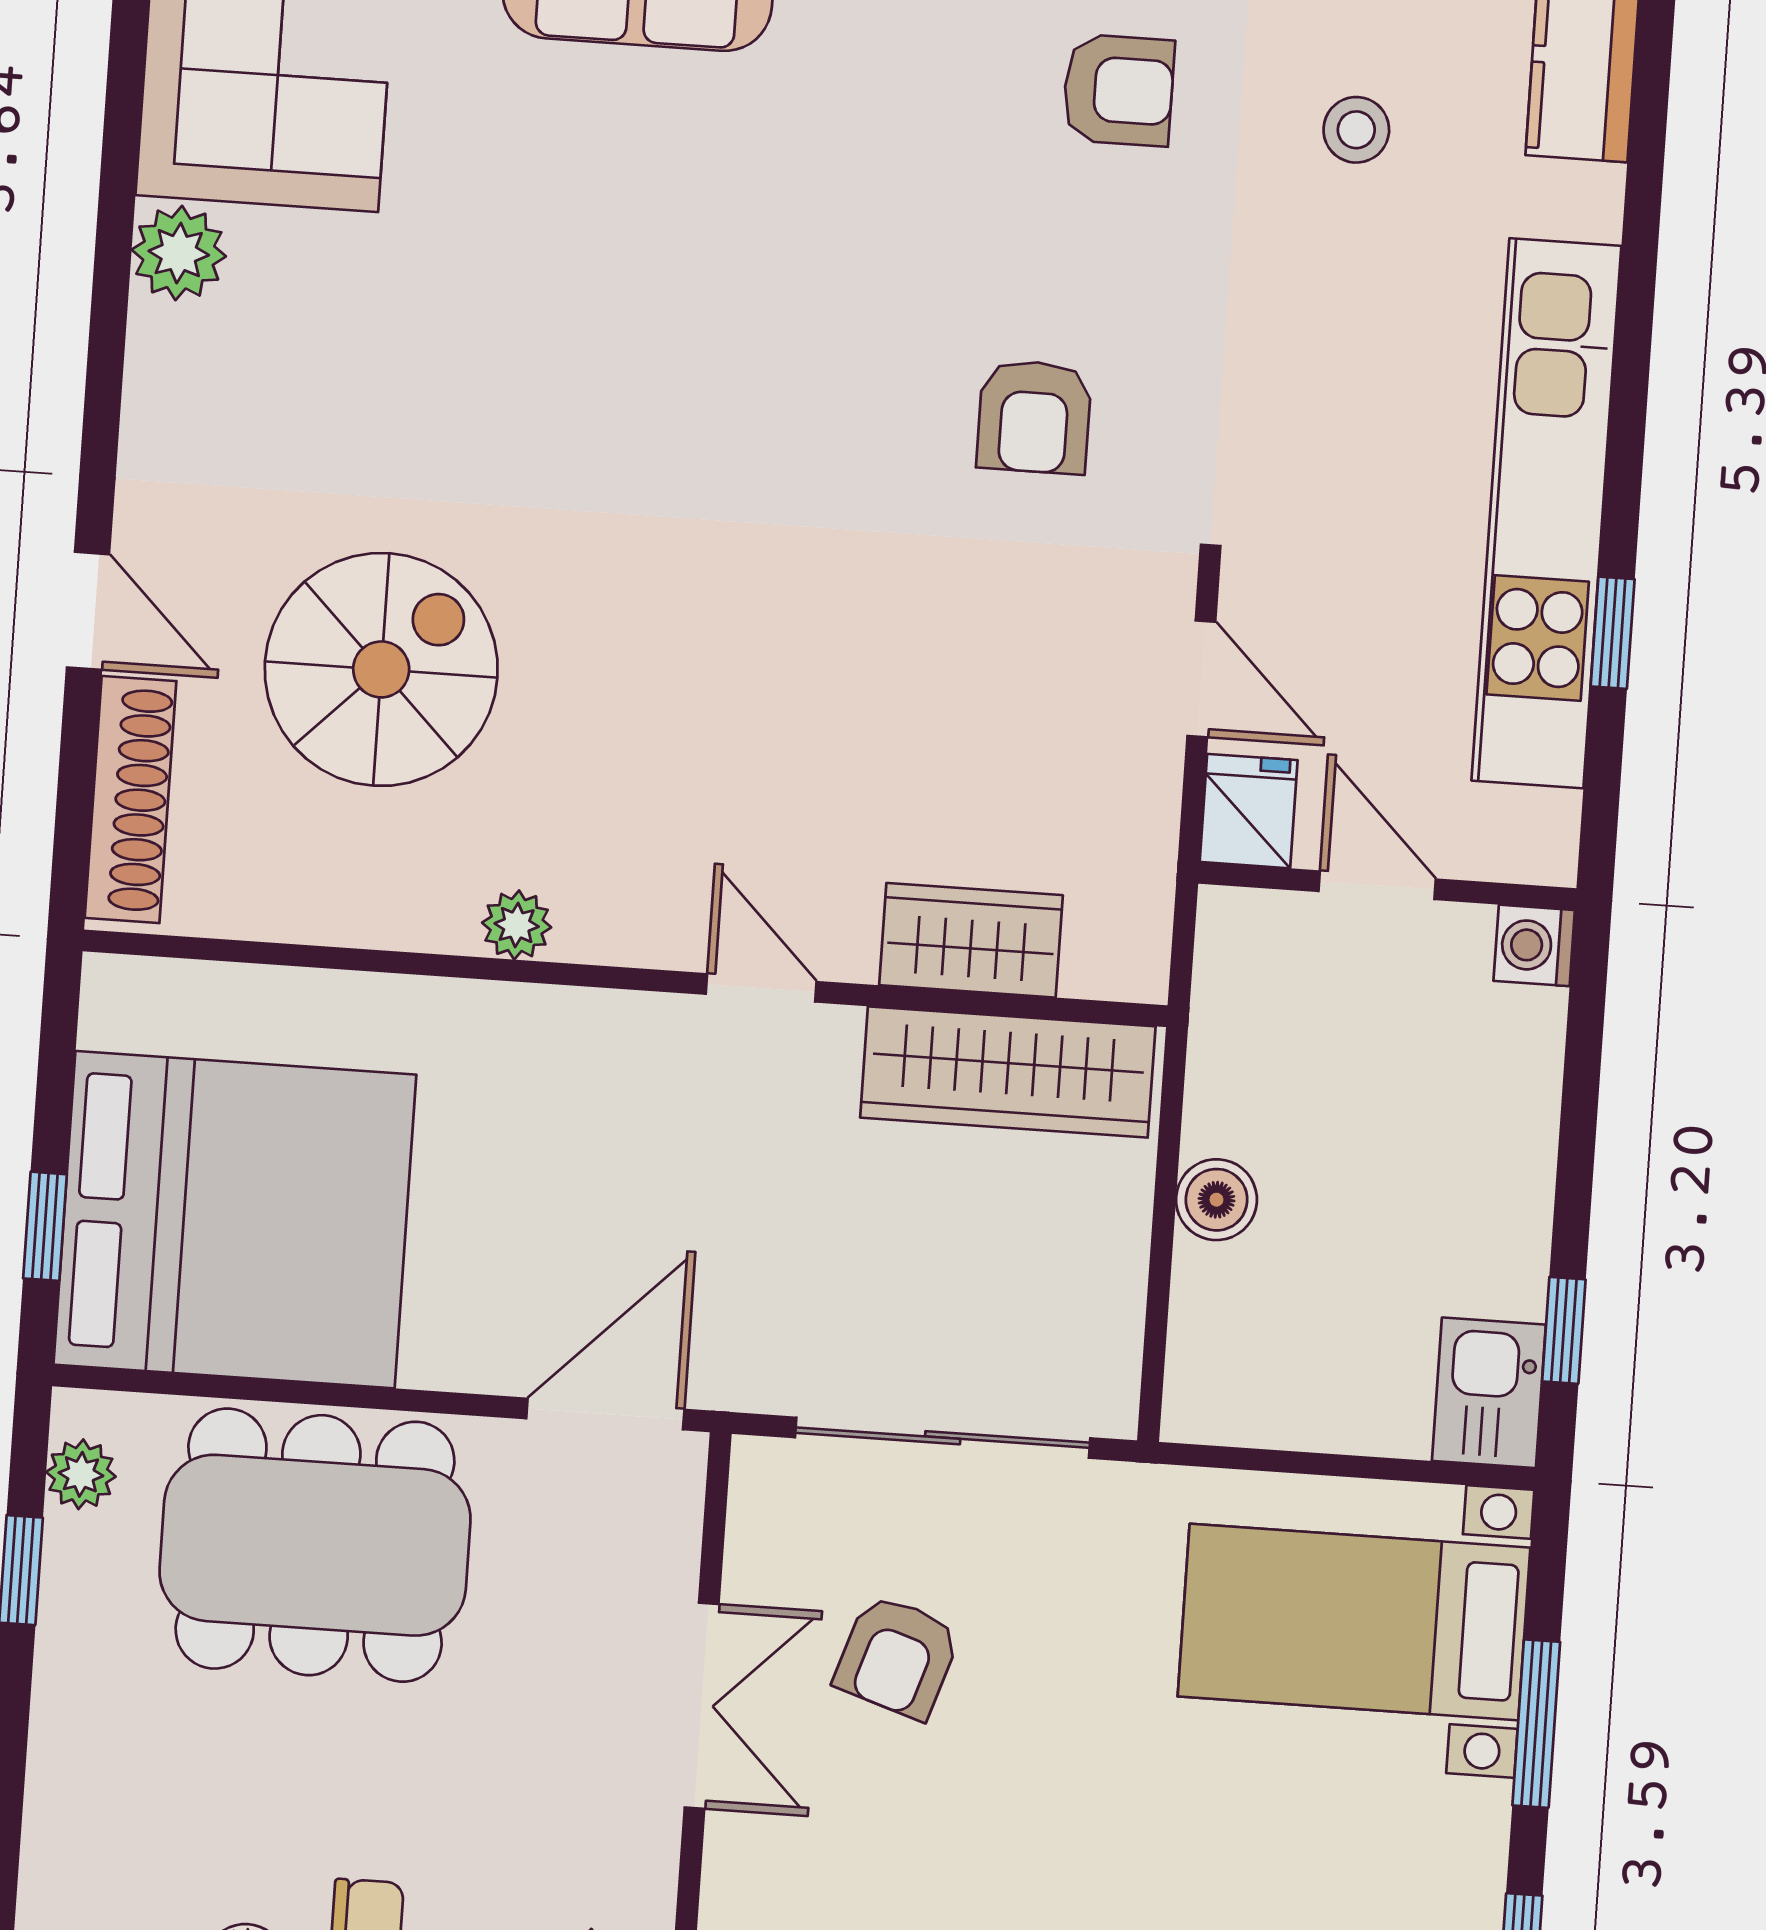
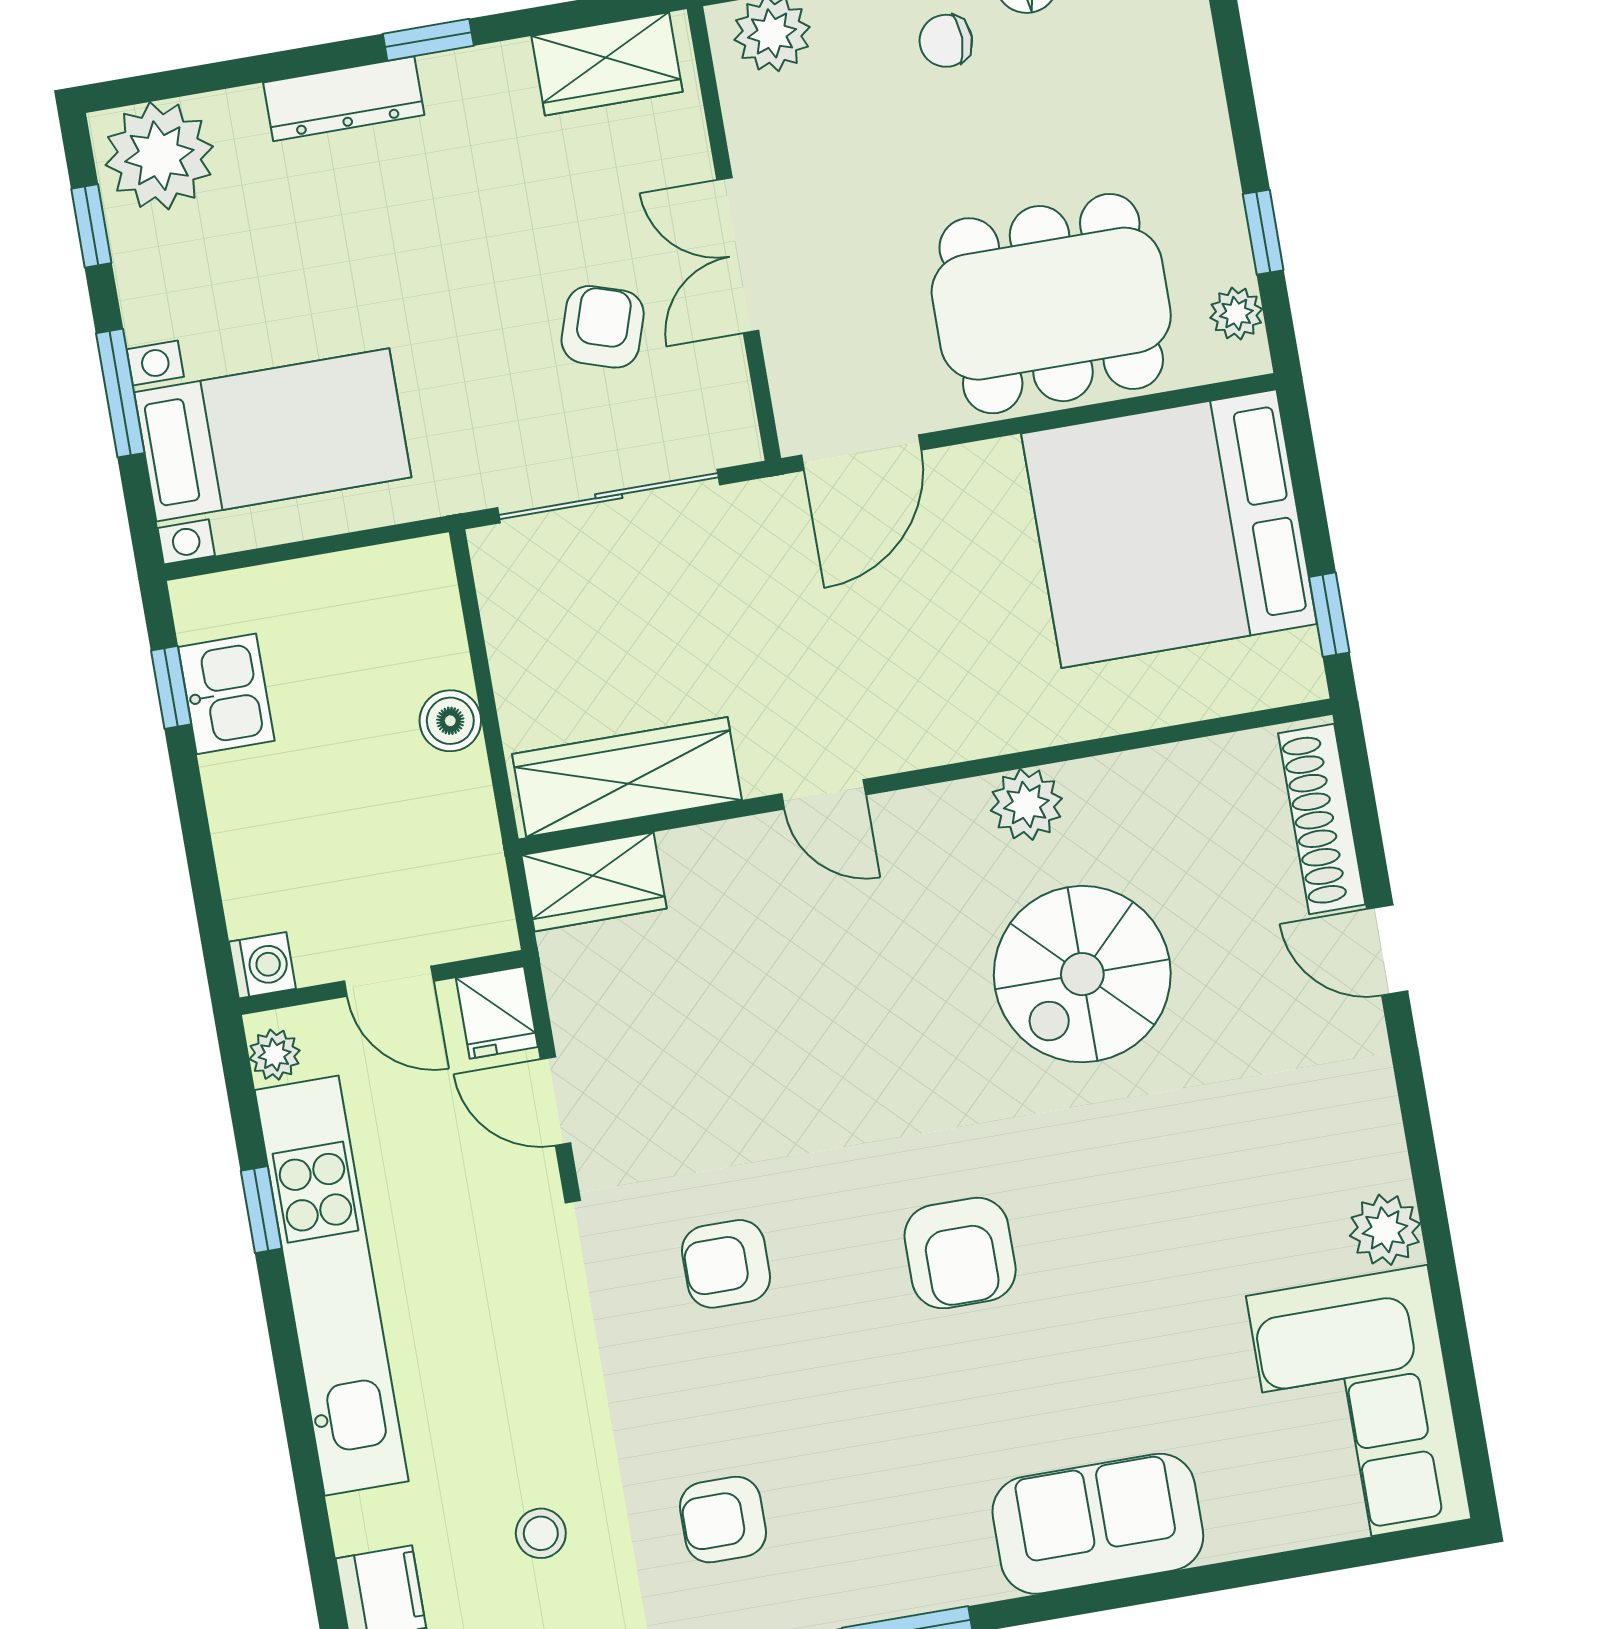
armchair: (731, 357) -> (960, 1253), added
armchair: (1034, 417) -> (726, 1264), turned -90
spiral stairs: (381, 669) -> (1082, 974), moved
plant: (1547, 827) -> (275, 1055), added
plant: (517, 925) -> (1026, 804), width x1.38, depth x1.38
wardrobe: (971, 940) -> (594, 882), moved
window: (45, 1226) -> (1329, 615), moved
kitchen sink: (1489, 1393) -> (226, 694), moved

